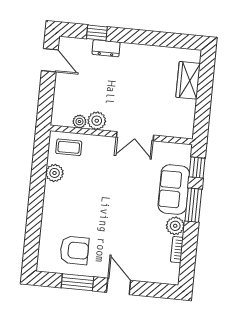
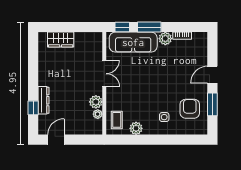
dresser: (106, 48) -> (43, 100), width x1.44
sofa: (174, 190) -> (133, 42), width x1.36
side table: (66, 214) -> (164, 117), added

